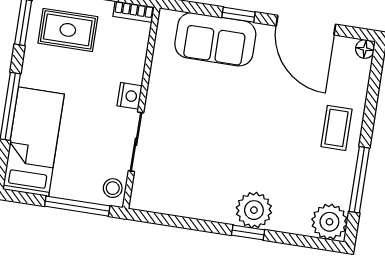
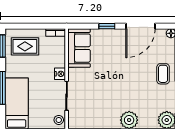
door: (306, 25) -> (140, 26), hinge flipped
sofa: (215, 39) -> (79, 48), moved, turned -90

